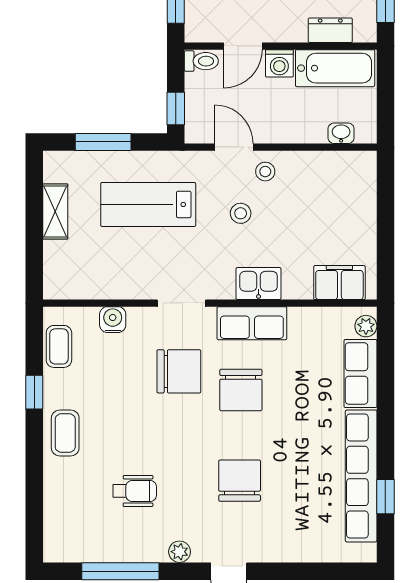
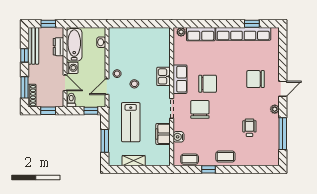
filing cabinet: (339, 283) -> (163, 134), moved
chair: (240, 481) -> (256, 79), moved

